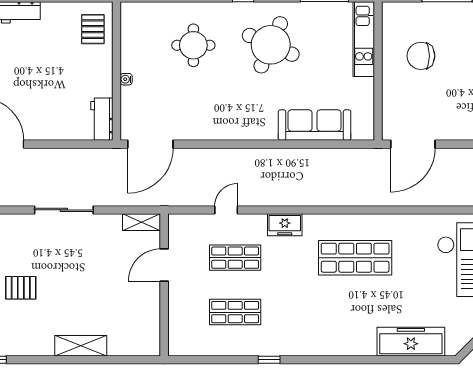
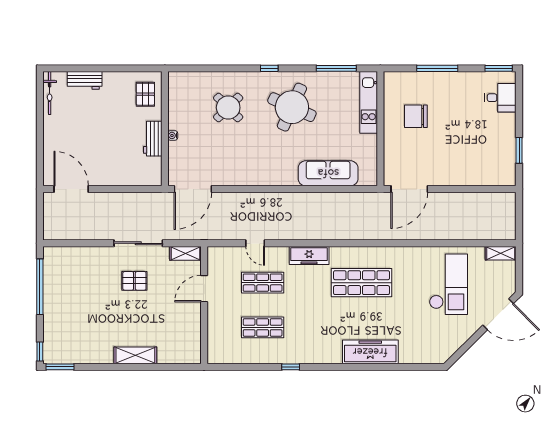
round table: (193, 45) -> (228, 108), turned 45
workbench: (102, 119) -> (153, 139), moved
sliding door: (64, 210) -> (138, 243), moved
door: (226, 210) -> (255, 243), swing flipped
freezer: (285, 225) -> (309, 255), width x1.40
pallet: (21, 288) -> (134, 281), moved
freezer: (411, 342) -> (370, 352), moved

